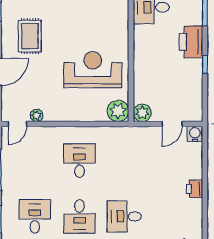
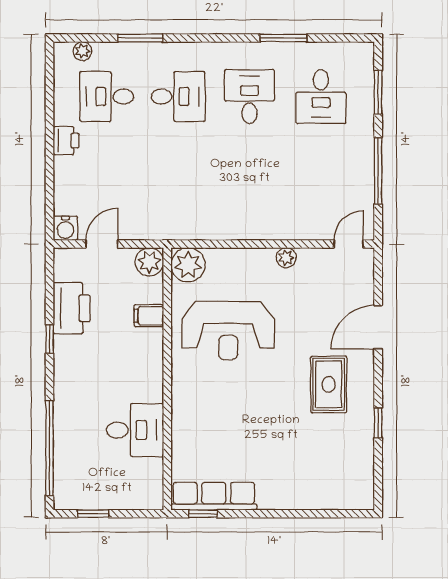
printer: (191, 42) -> (72, 308), moved
filing cabinet: (143, 79) -> (149, 316), added
plant: (37, 115) -> (286, 258), moved
desk: (79, 161) -> (107, 97), moved, turned 90

